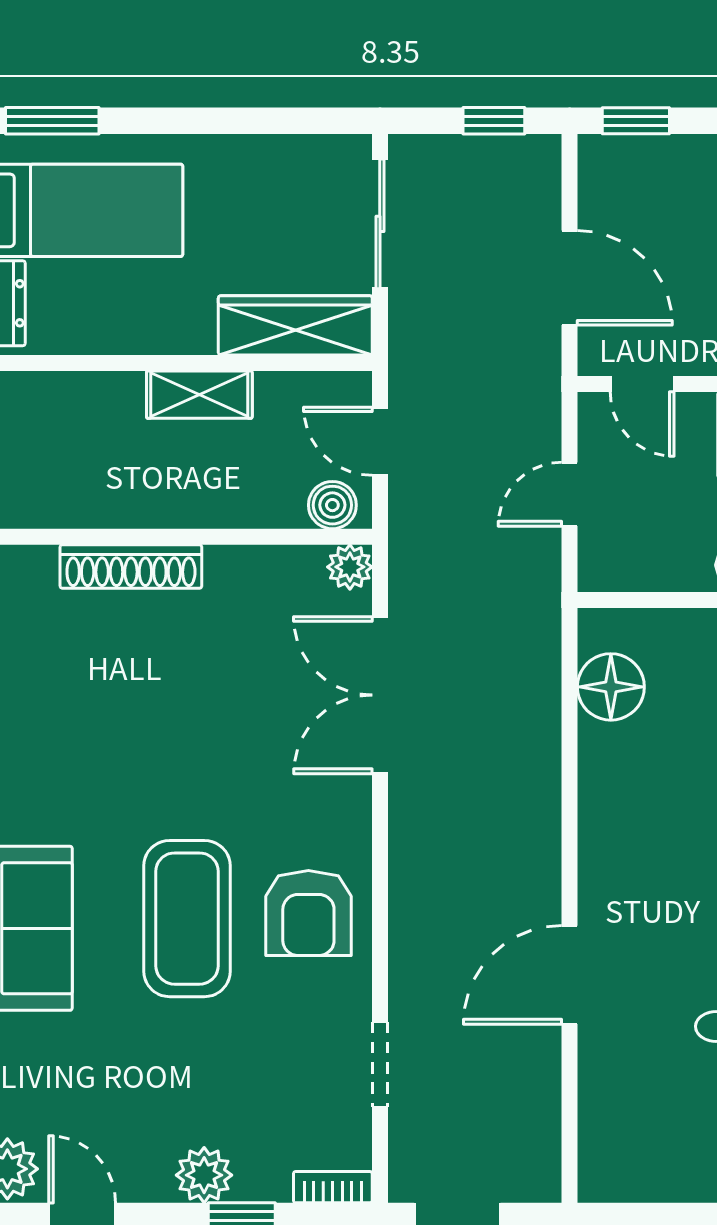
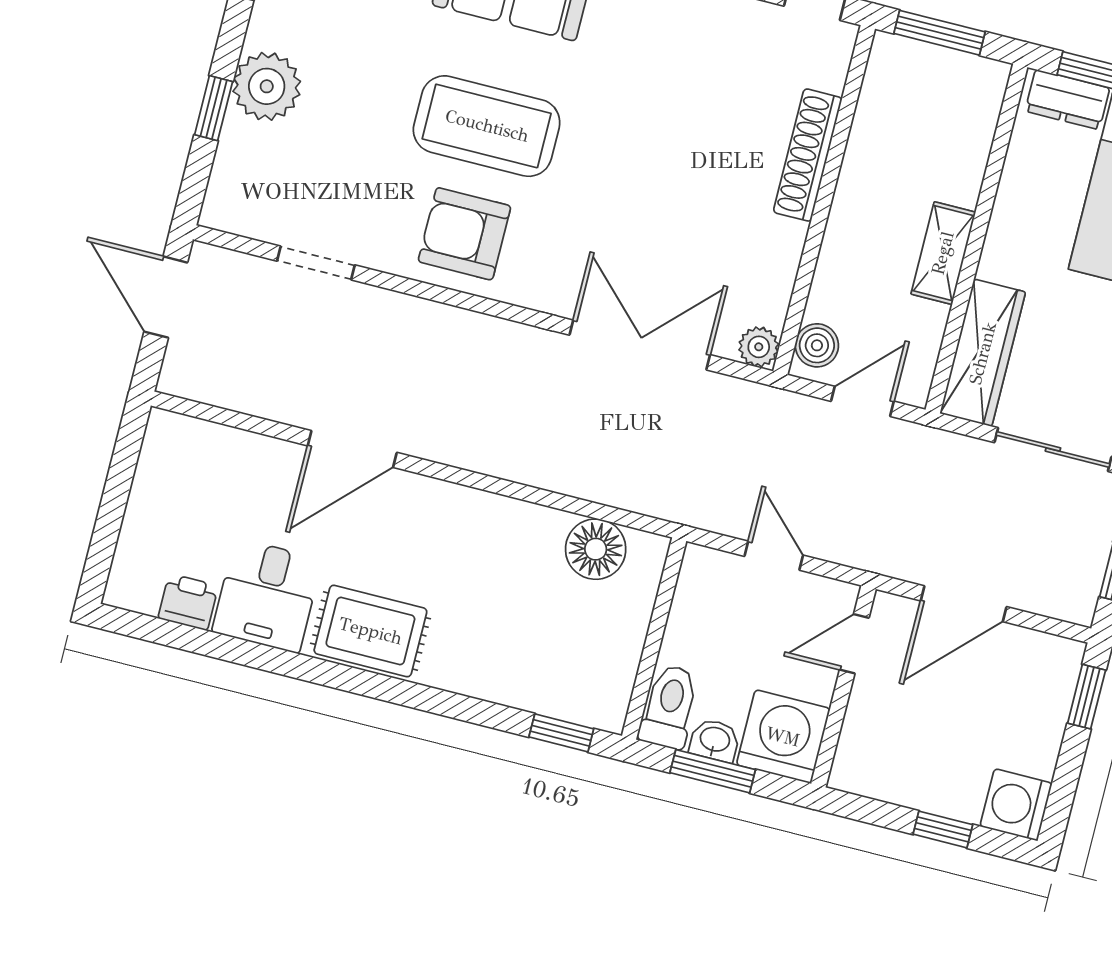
door: (570, 975) -> (352, 449), swing flipped
plant: (204, 1175) -> (267, 86), width x1.36, depth x1.36
bookcase: (333, 1187) -> (219, 194), removed

